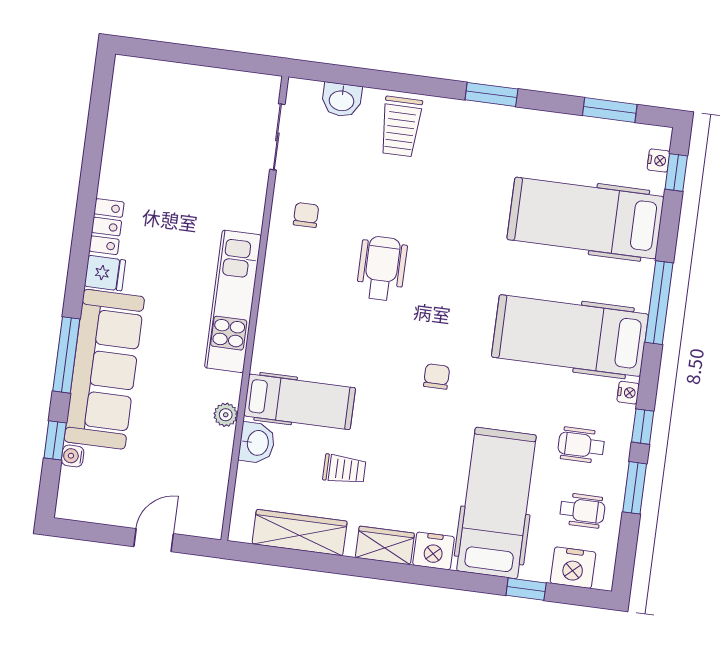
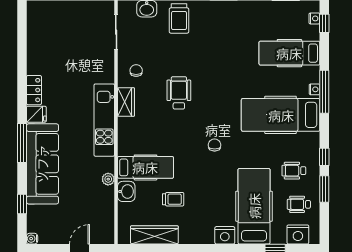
hospital bed: (585, 218) -> (289, 53), width x0.73, depth x0.78
window: (66, 355) -> (22, 143), moved
nightstand: (628, 393) -> (314, 89), moved
water cooler: (73, 456) -> (32, 239), moved
wheelchair: (582, 511) -> (299, 204), turned 180
wardrobe: (385, 545) -> (126, 102), moved, turned 90

